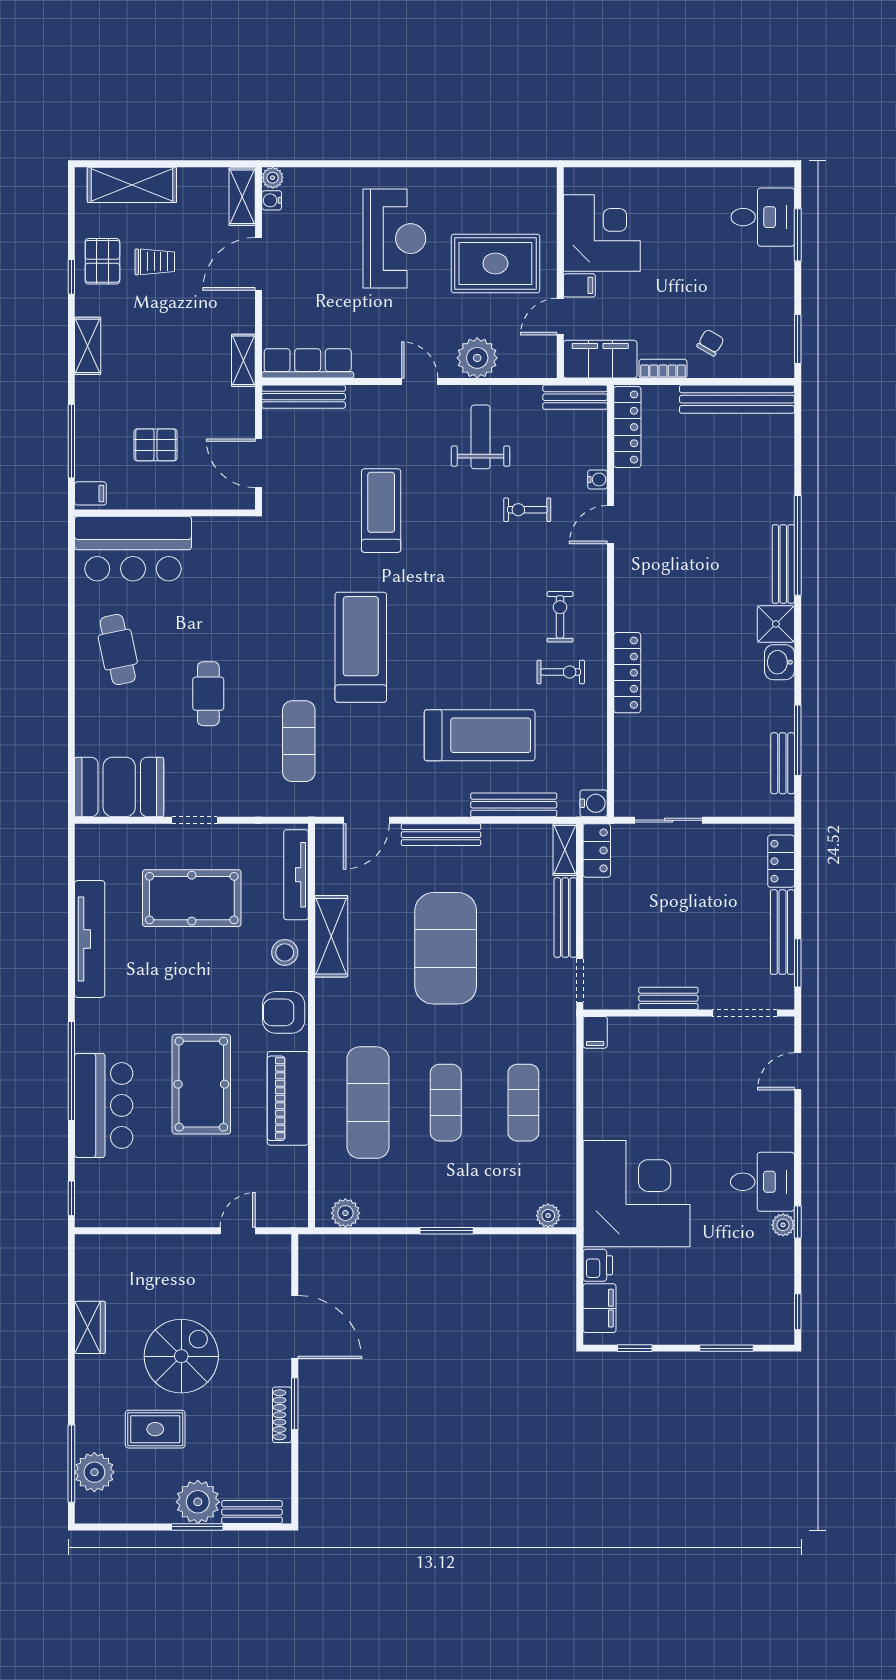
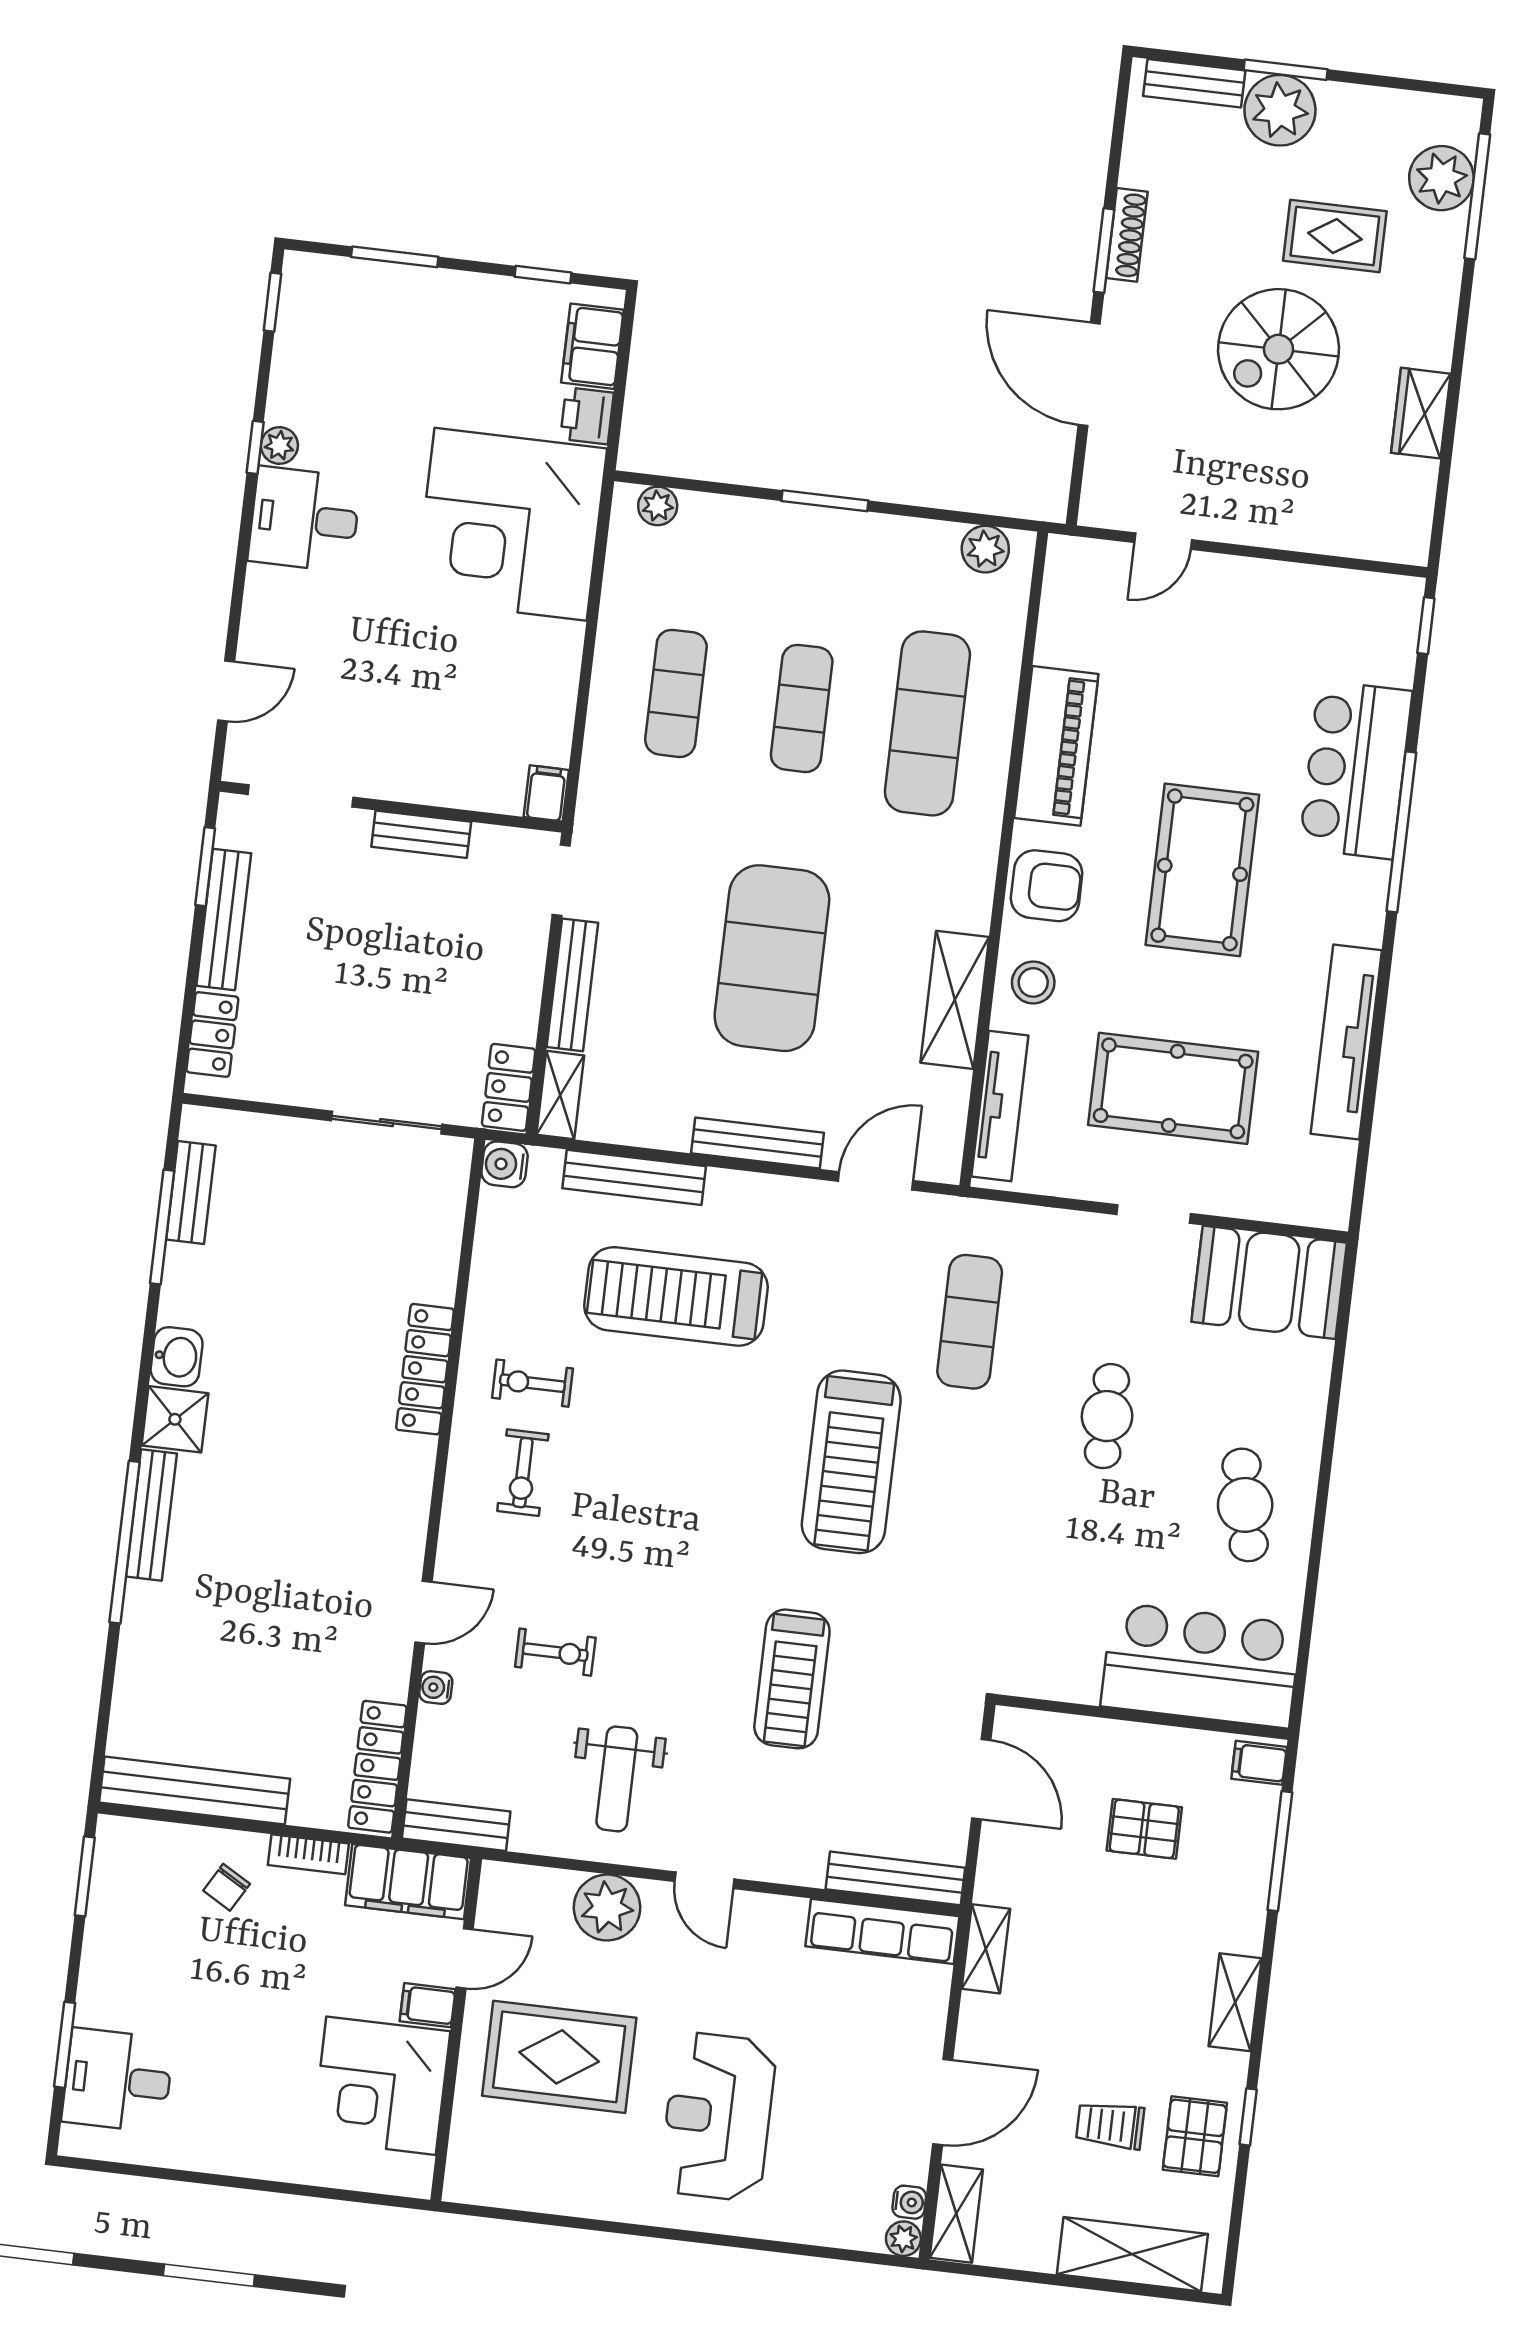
pool table: (201, 1084) -> (1202, 870), moved

